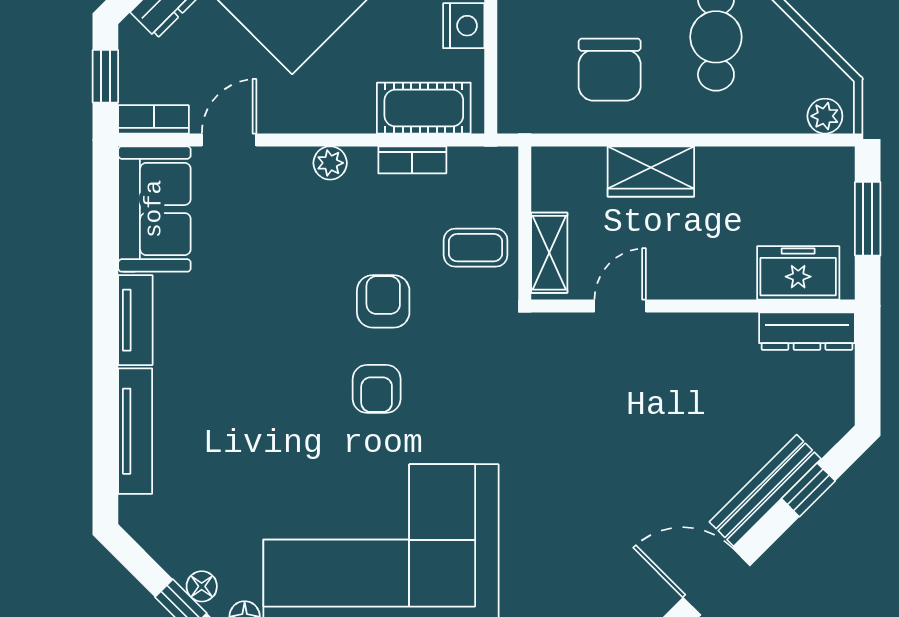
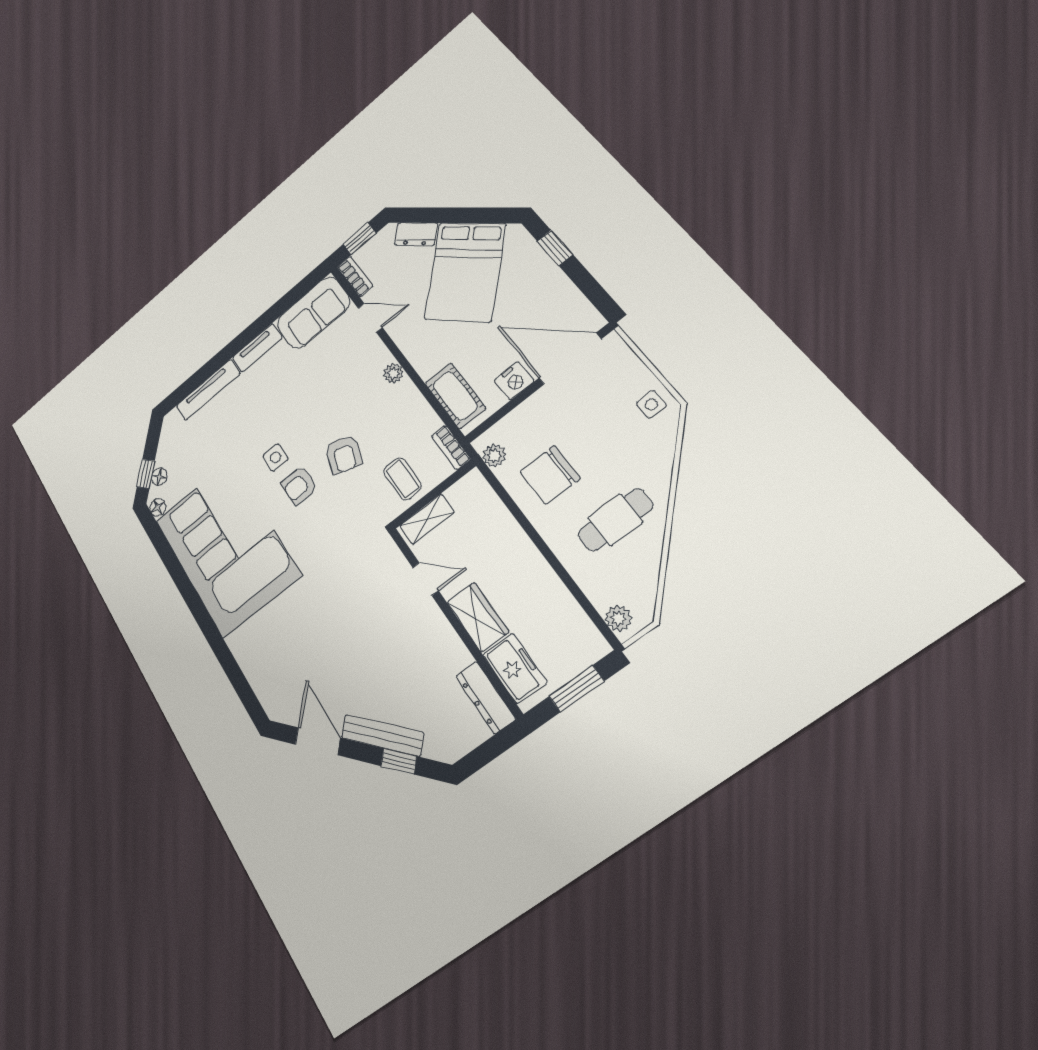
plant: (536, 116) -> (494, 456), added
bookcase: (412, 160) -> (451, 448), moved
wardrobe: (651, 171) -> (478, 617), moved, turned 180
armchair: (383, 301) -> (344, 454), turned 109
side table: (312, 397) -> (276, 457), added

